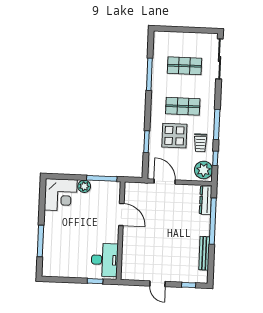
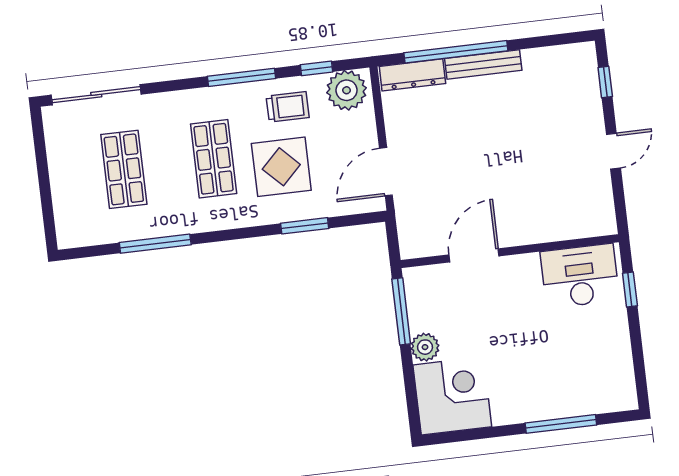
bench: (204, 253) -> (483, 64), moved

